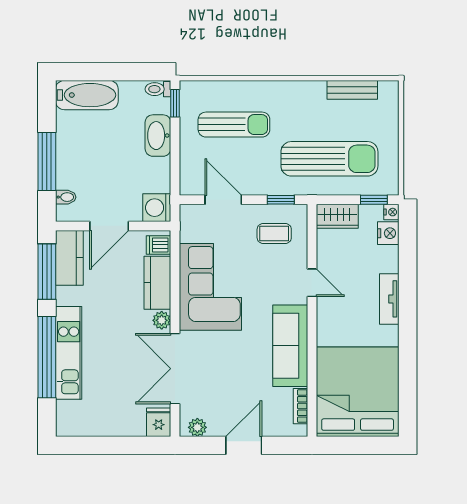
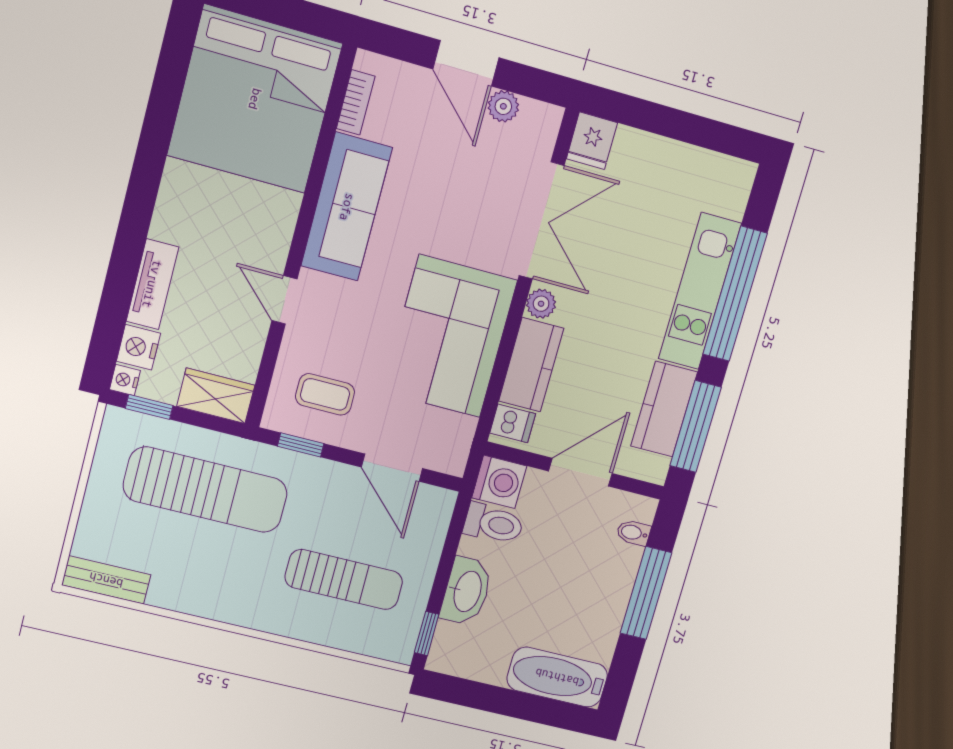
toilet: (158, 89) -> (494, 524), moved, width x1.37, depth x1.39
bench: (352, 90) -> (106, 580), moved
sun lounger: (234, 125) -> (344, 580), turned 180
sun lounger: (329, 159) -> (205, 490), turned 180
kitchen counter: (69, 258) -> (664, 409), moved
tv unit: (389, 299) -> (152, 284), moved
plant: (197, 427) -> (503, 106), moved
door: (244, 445) -> (466, 63), hinge flipped

